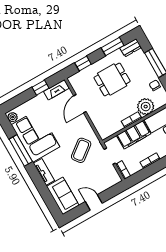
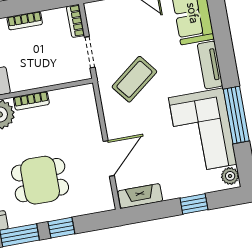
window: (83, 63) -> (61, 228), moved
window: (41, 88) -> (194, 204), moved
filing cabinet: (134, 135) -> (37, 74), removed

